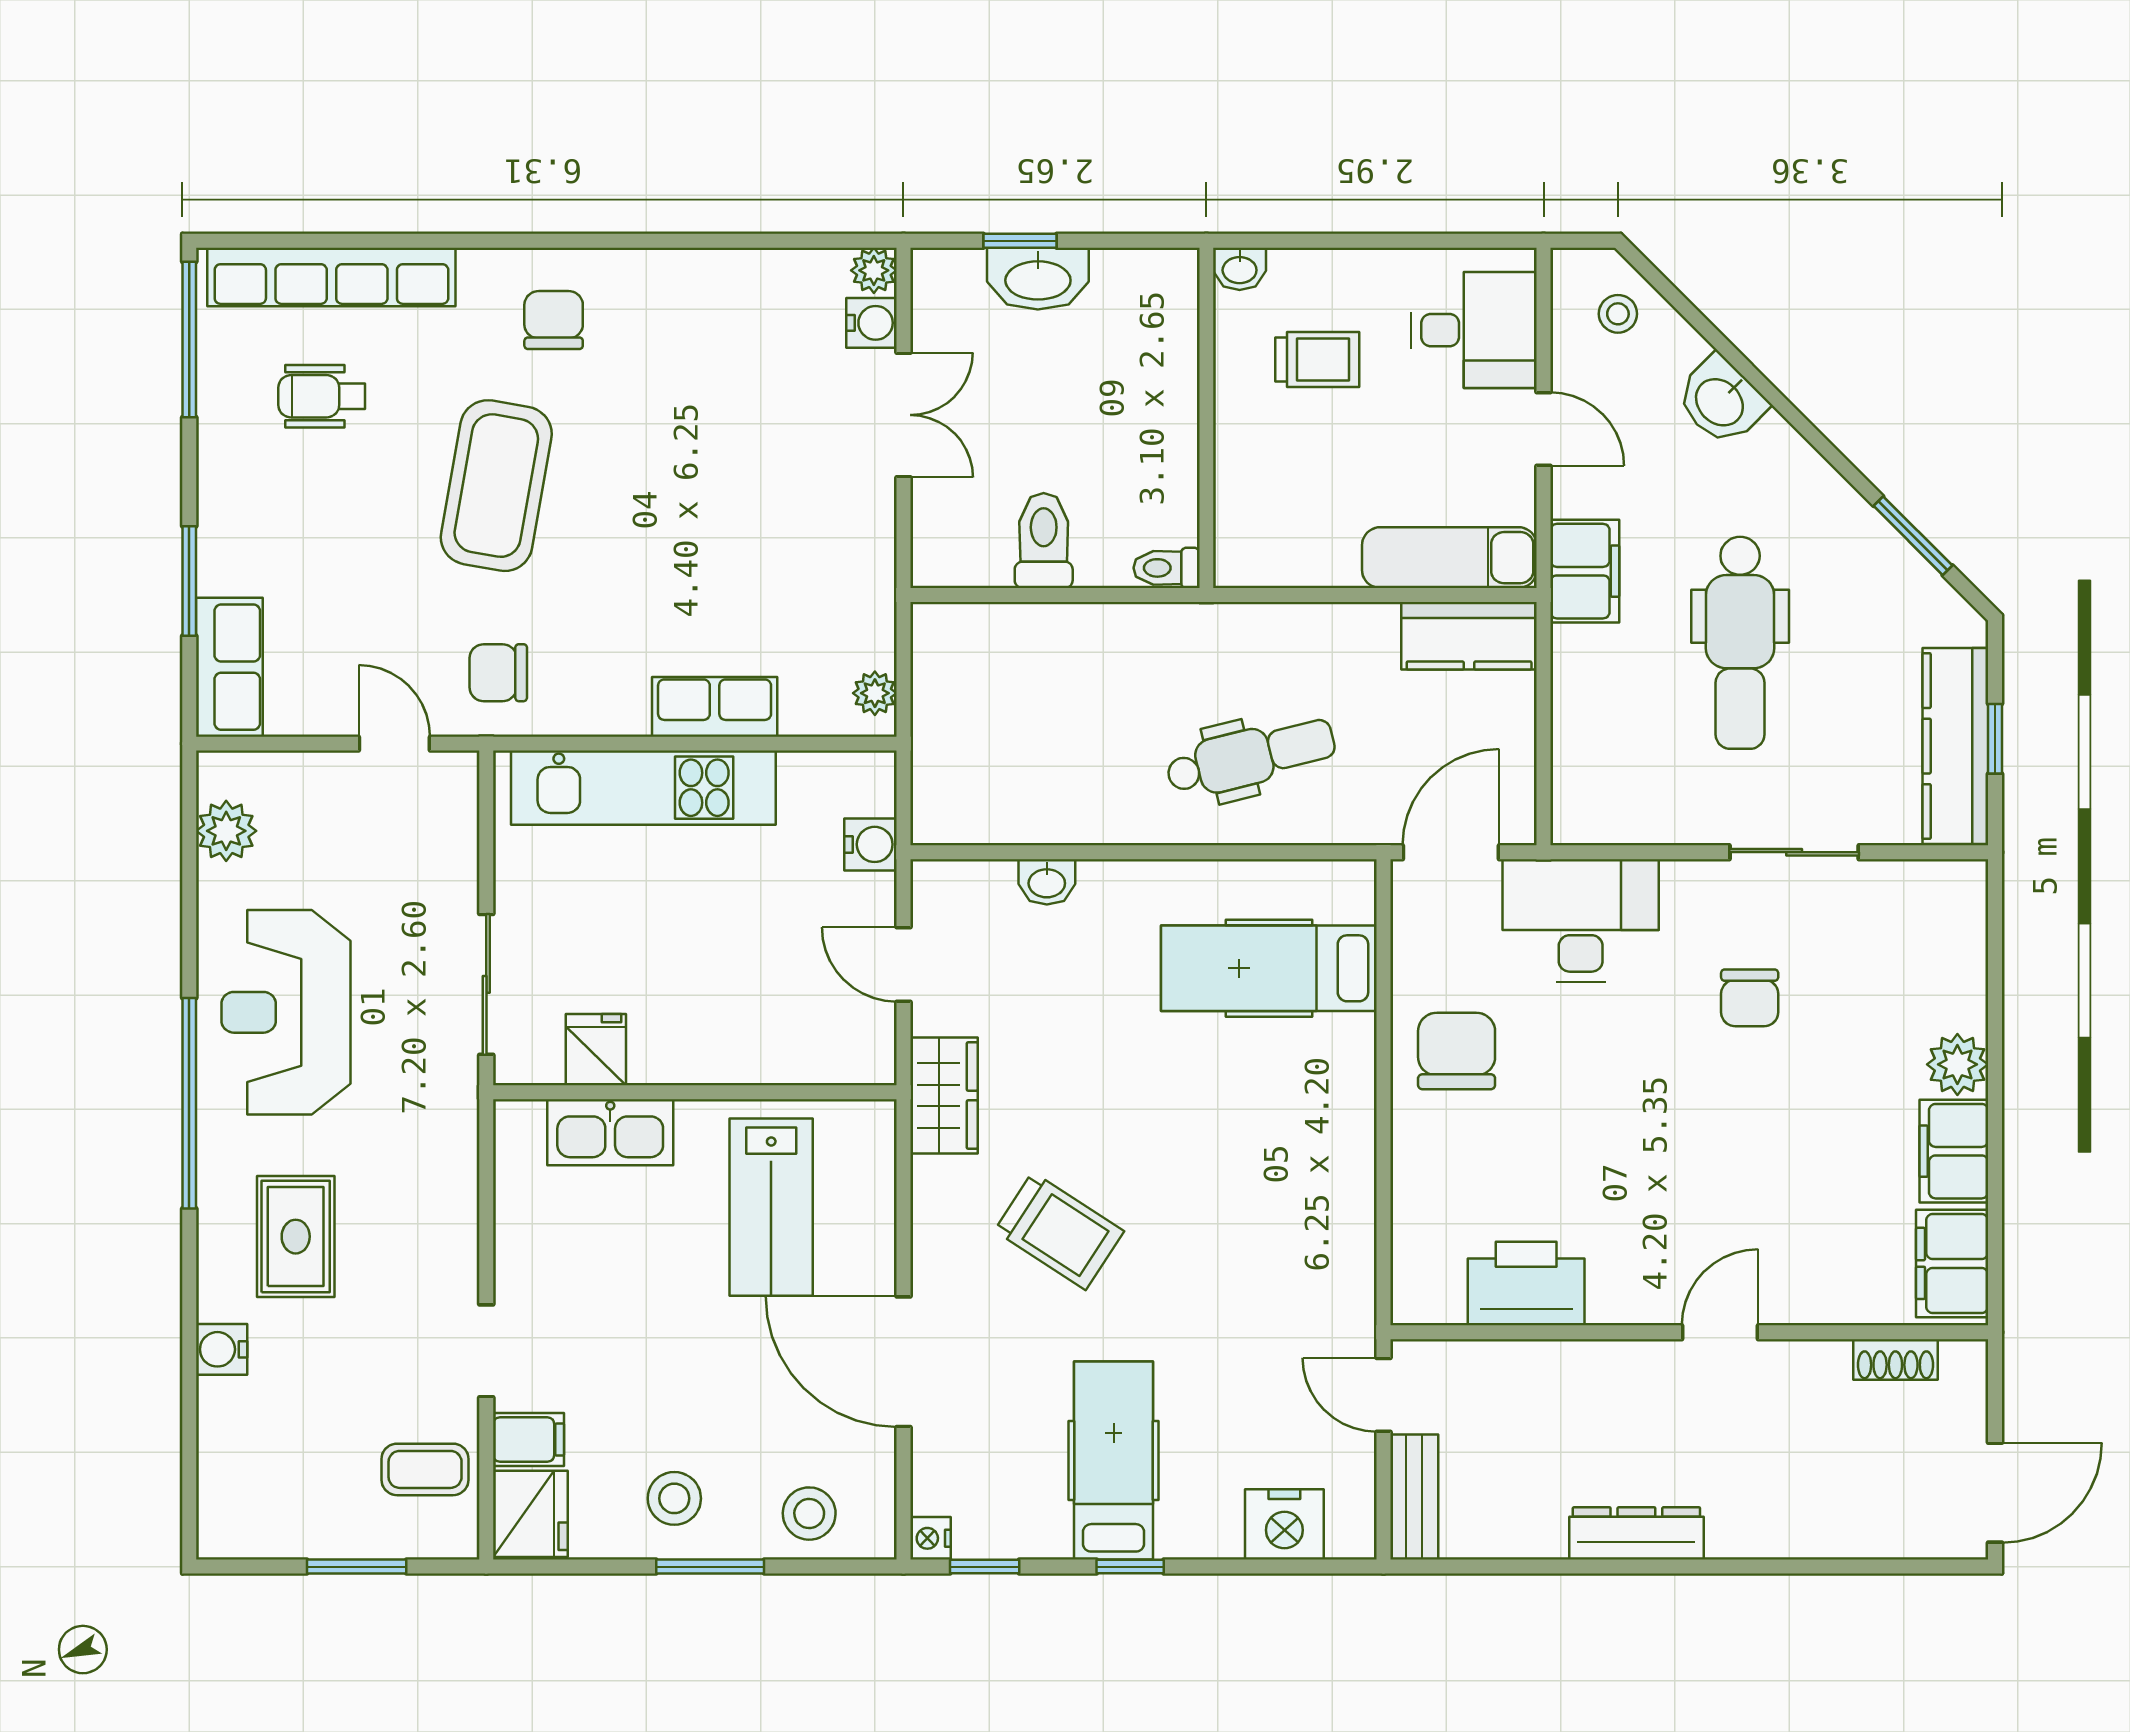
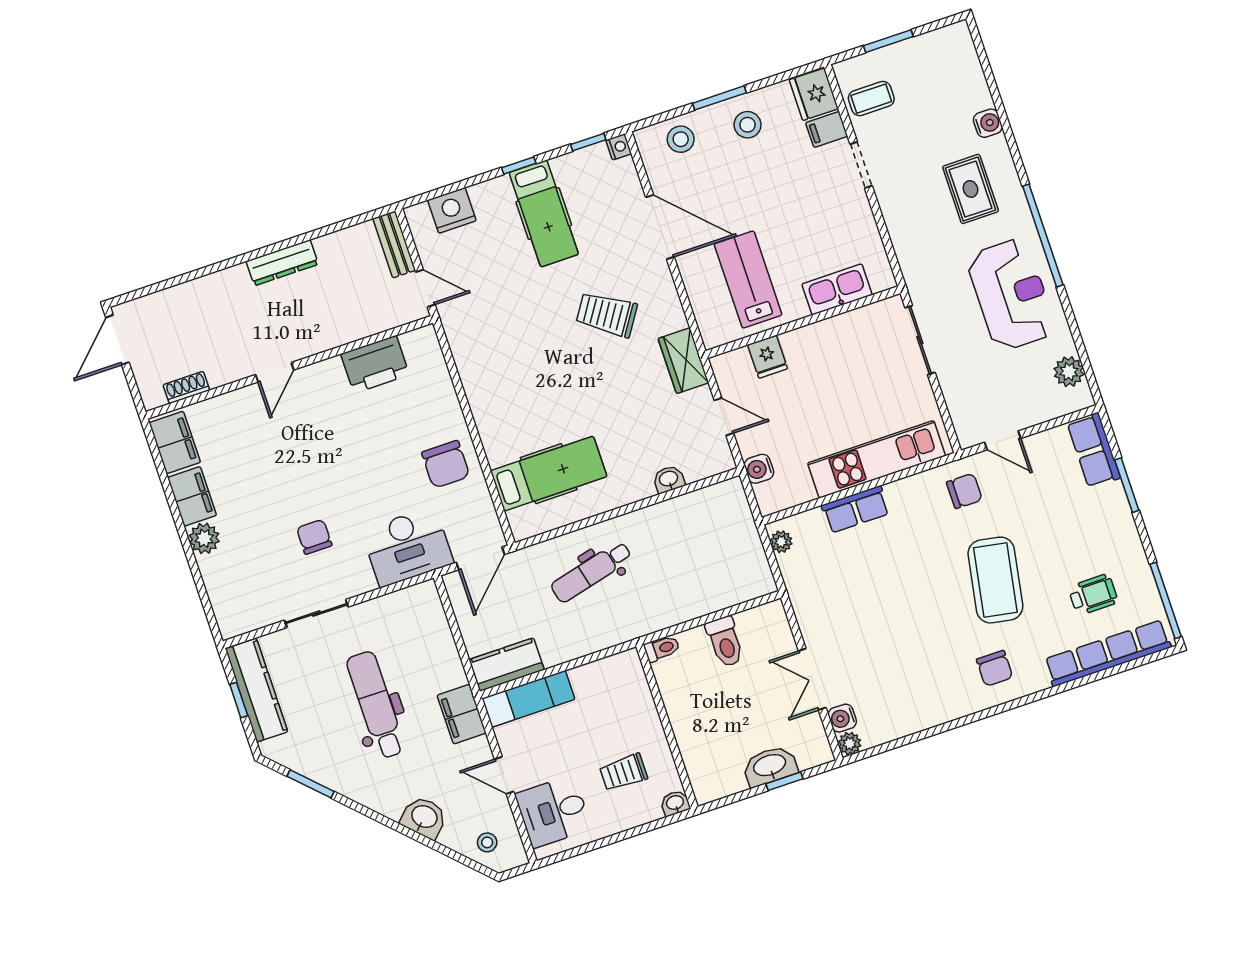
fridge: (596, 1050) -> (768, 357), moved

